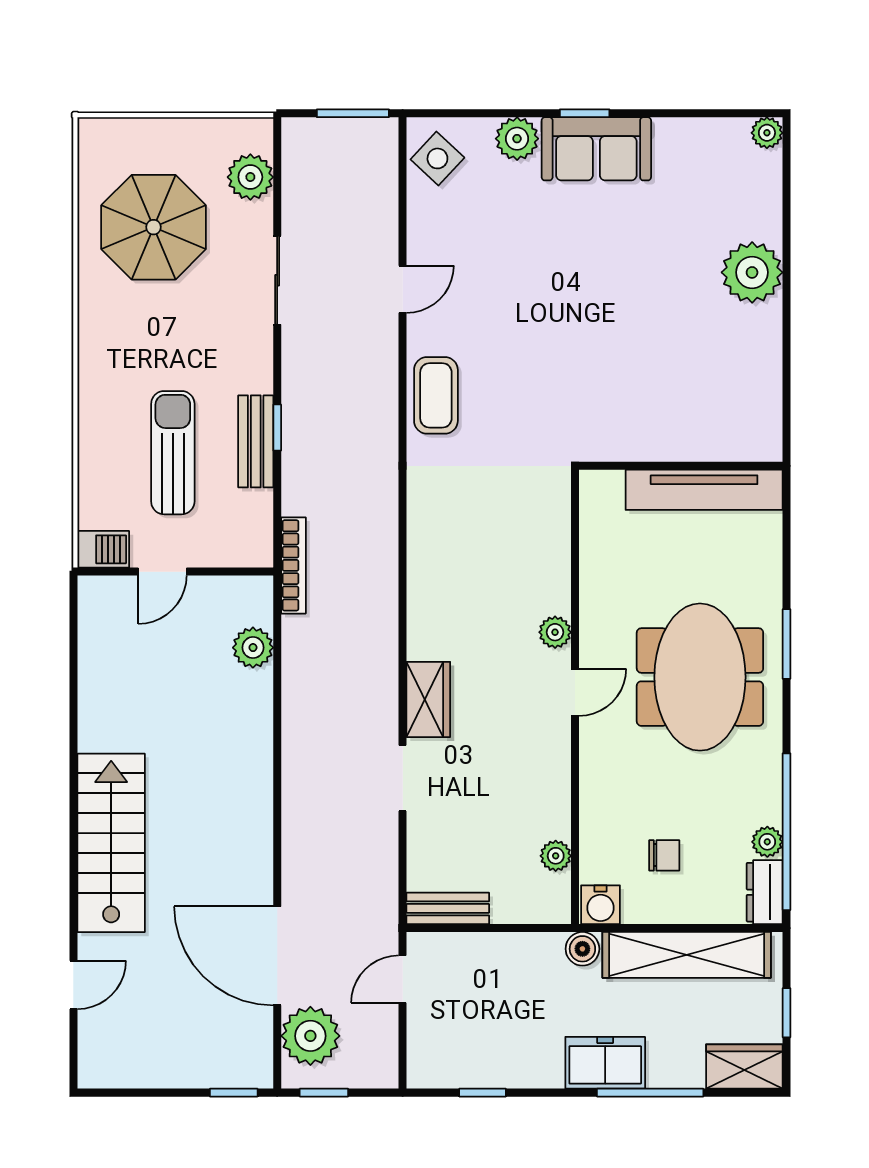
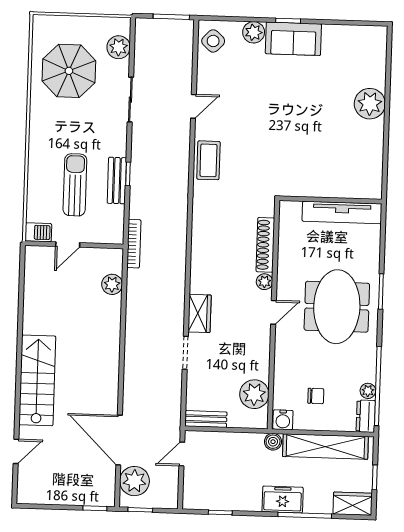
plant: (767, 133) -> (380, 34), removed
shoe rack: (554, 559) -> (265, 245), added
plant: (556, 856) -> (254, 394), width x1.88, depth x1.88

